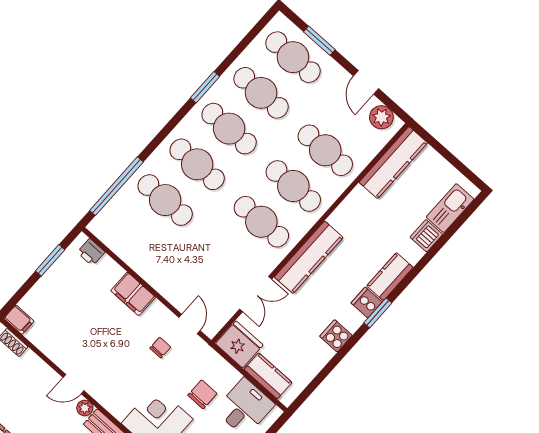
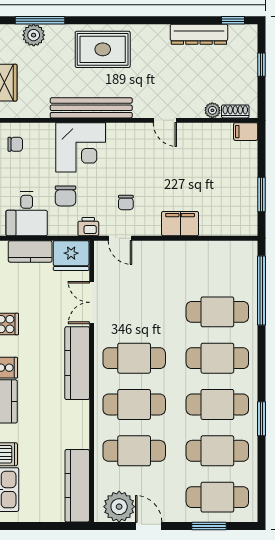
plant: (381, 117) -> (119, 507), width x1.36, depth x1.36
printer: (91, 252) -> (88, 227), moved
door: (74, 384) -> (165, 120), swing flipped
plant: (85, 408) -> (212, 110), moved

